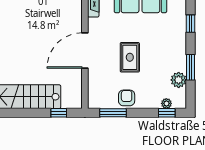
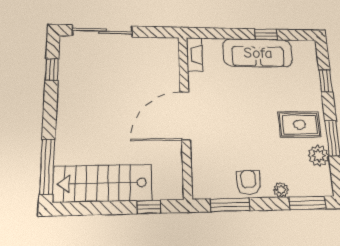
rug: (130, 57) -> (299, 125), moved, turned 90
plant: (166, 103) -> (281, 190), moved
window: (167, 113) -> (307, 203), width x1.50

